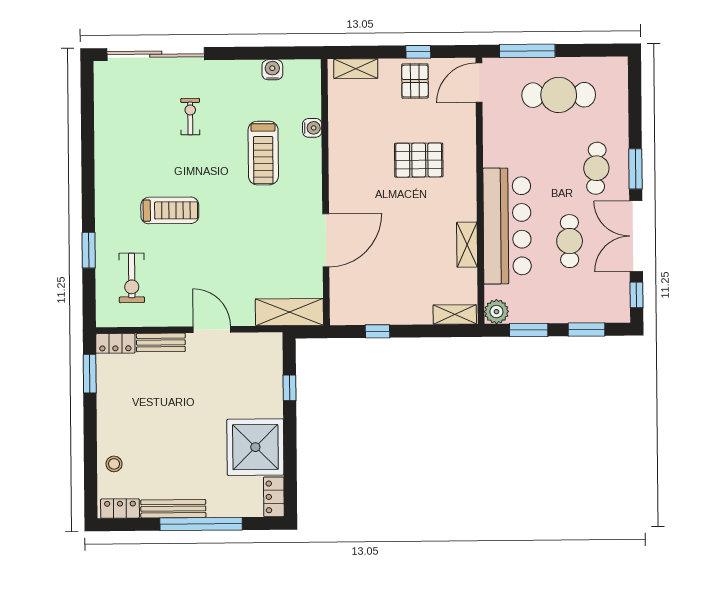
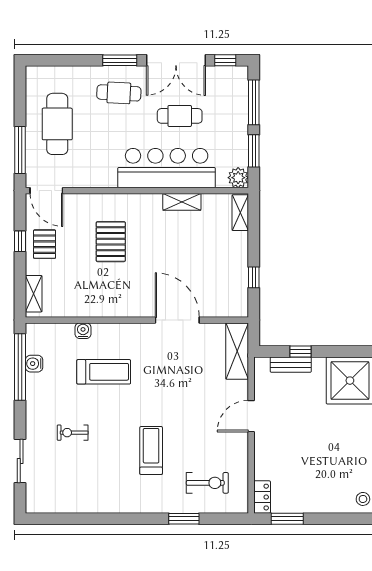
window: (268, 53) -> (20, 367), added
sliding door: (156, 54) -> (20, 461), width x0.54
pallet: (415, 81) -> (45, 244), turned 90
window: (586, 329) -> (254, 102), width x1.44
bench: (161, 342) -> (291, 365), moved, turned 90

